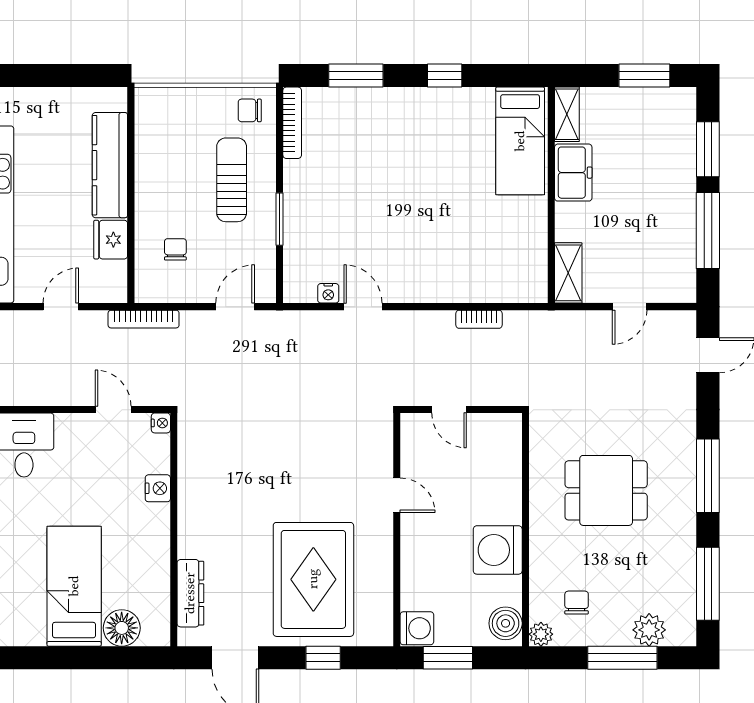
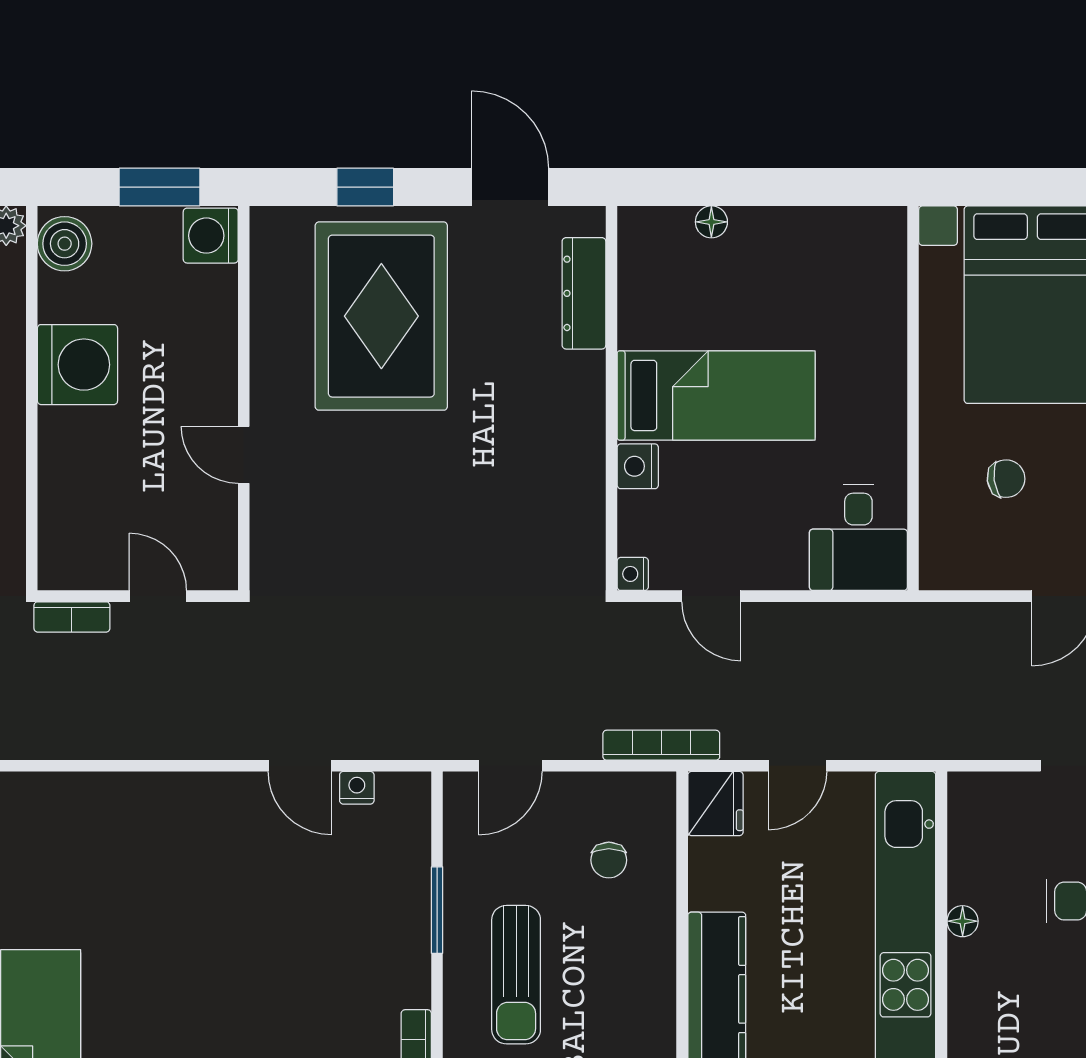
fridge: (111, 240) -> (715, 804), moved
bookcase: (479, 319) -> (72, 617), moved, turned 180
bed: (74, 586) -> (716, 395), moved, turned -90
floor lamp: (122, 628) -> (711, 222), width x0.53, depth x0.53

